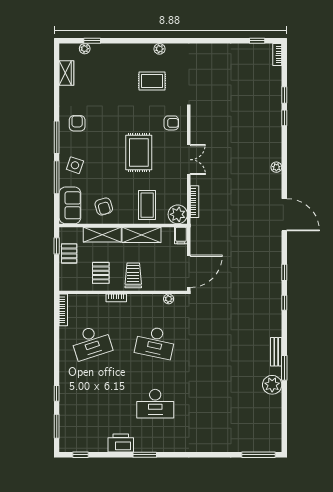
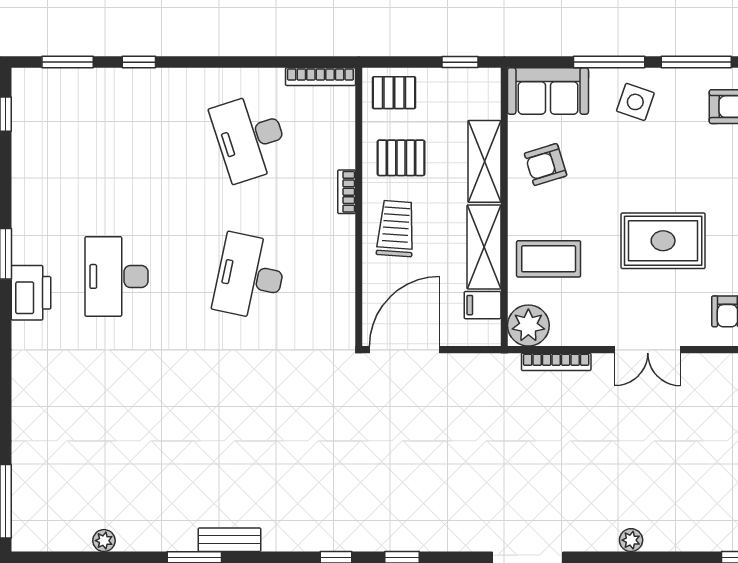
filing cabinet: (181, 235) -> (483, 305), moved
pallet: (69, 253) -> (394, 93), moved
door: (189, 271) -> (405, 350), swing flipped
trolley: (133, 275) -> (396, 229), turned -86
plant: (169, 299) -> (345, 306), removed
plant: (272, 385) -> (104, 541), moved, width x0.53, depth x0.53
printer: (121, 443) -> (31, 293), moved

